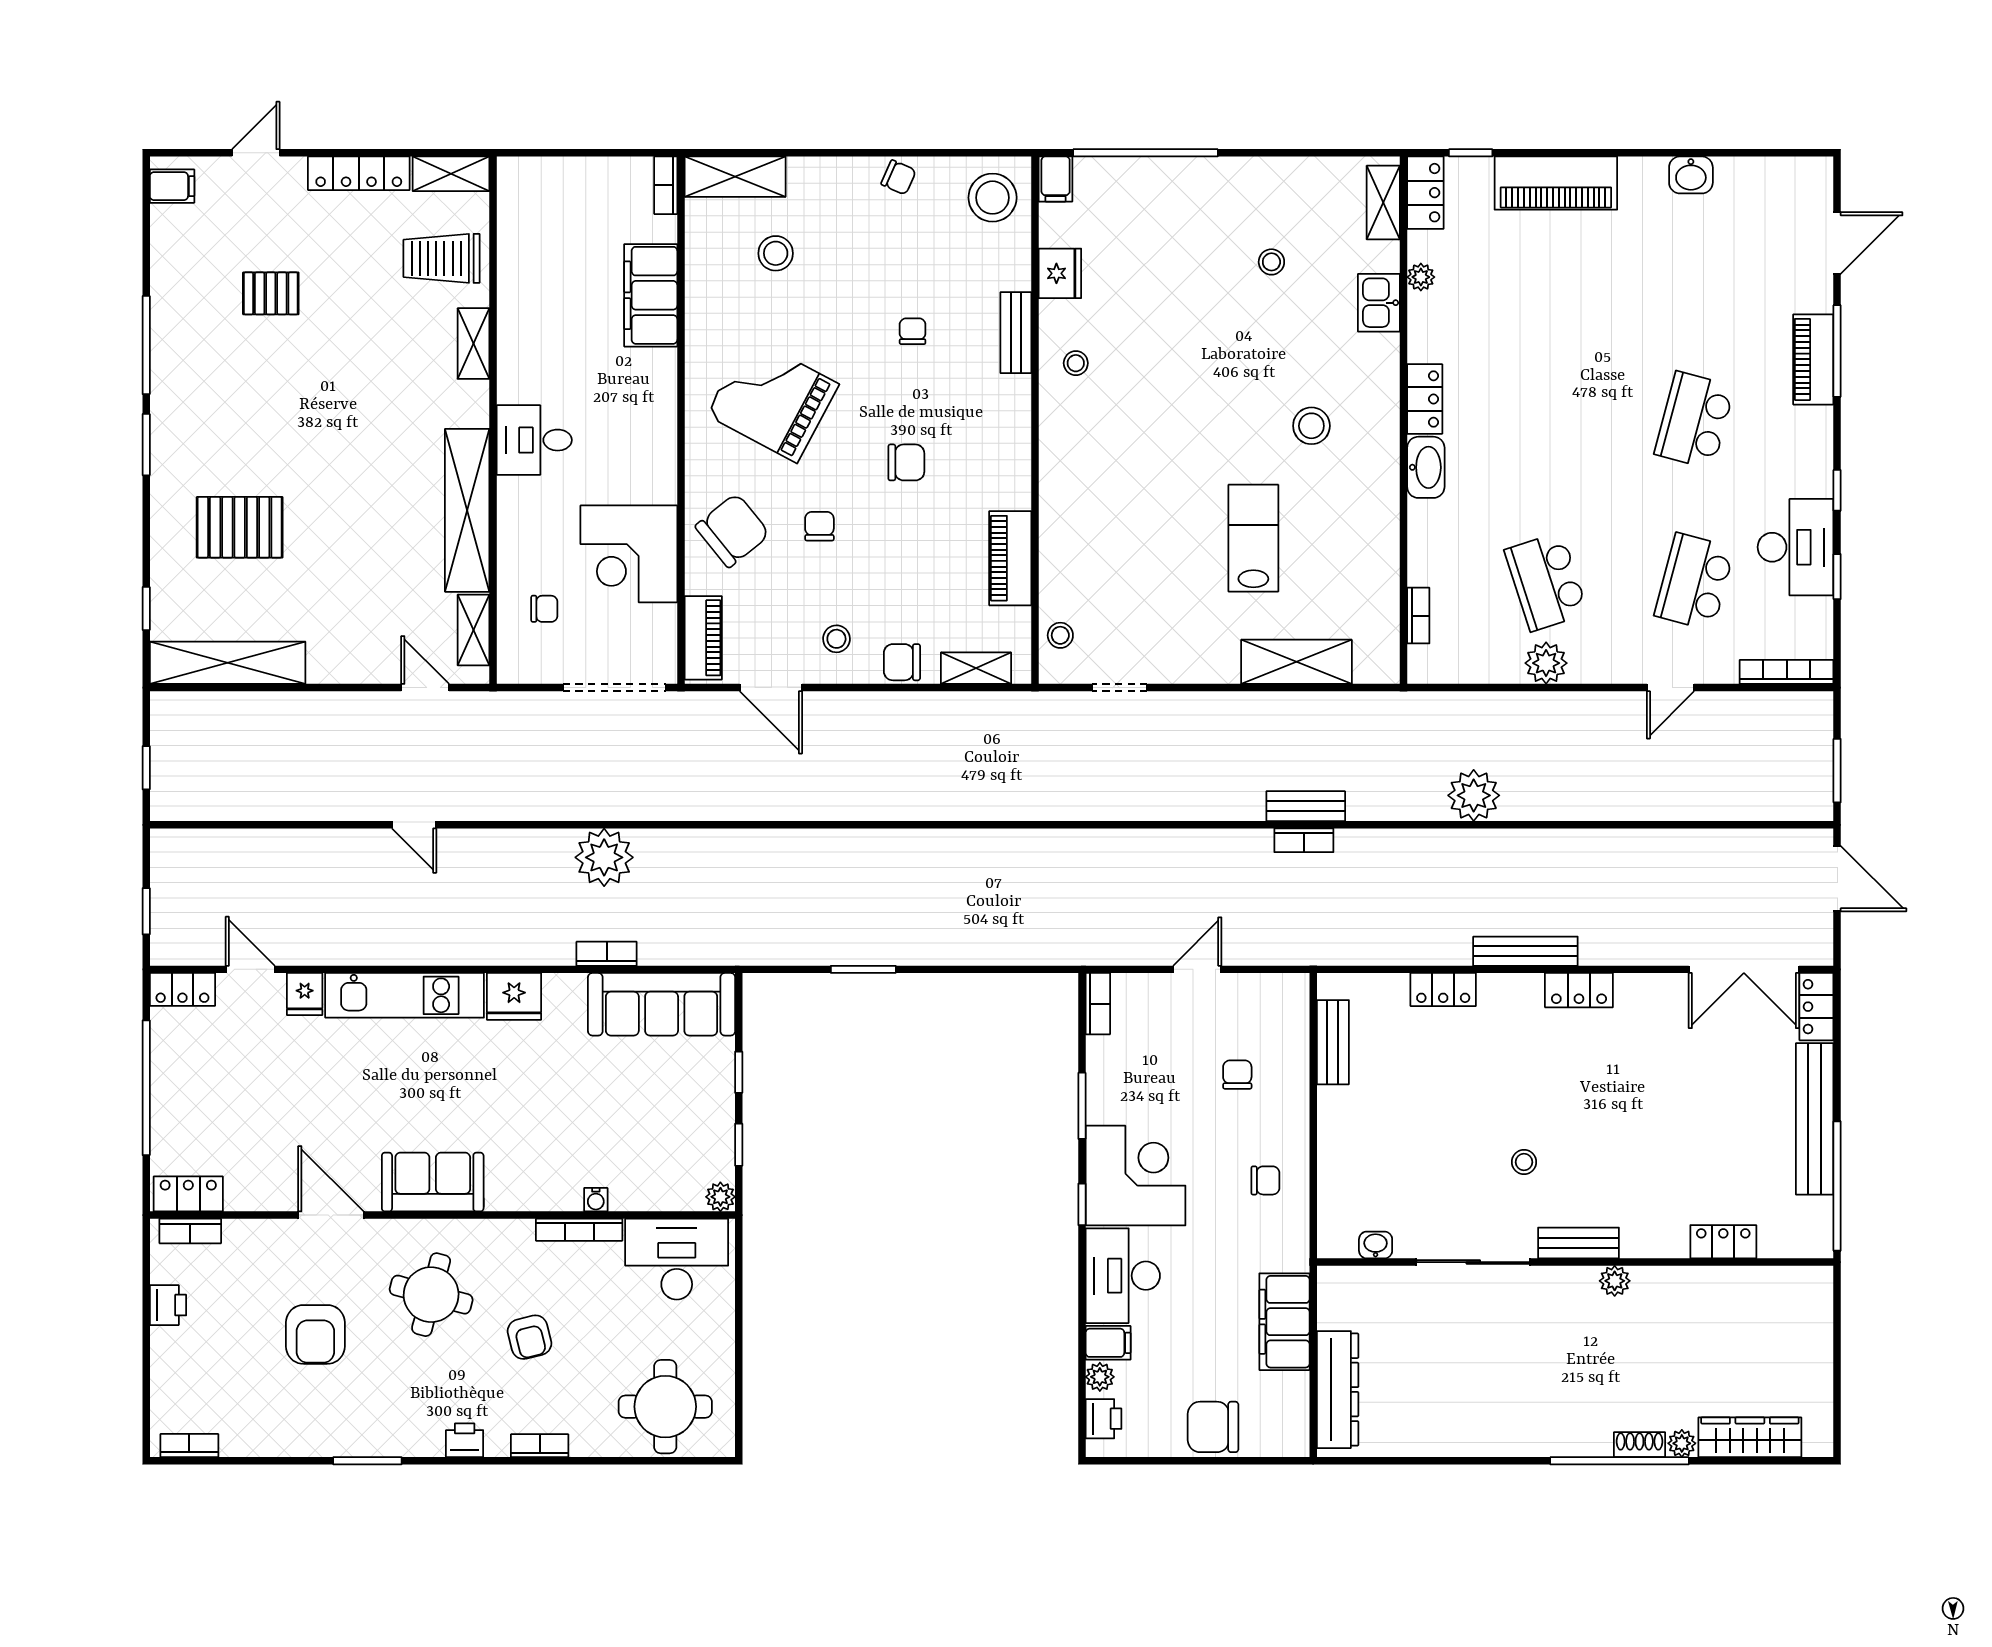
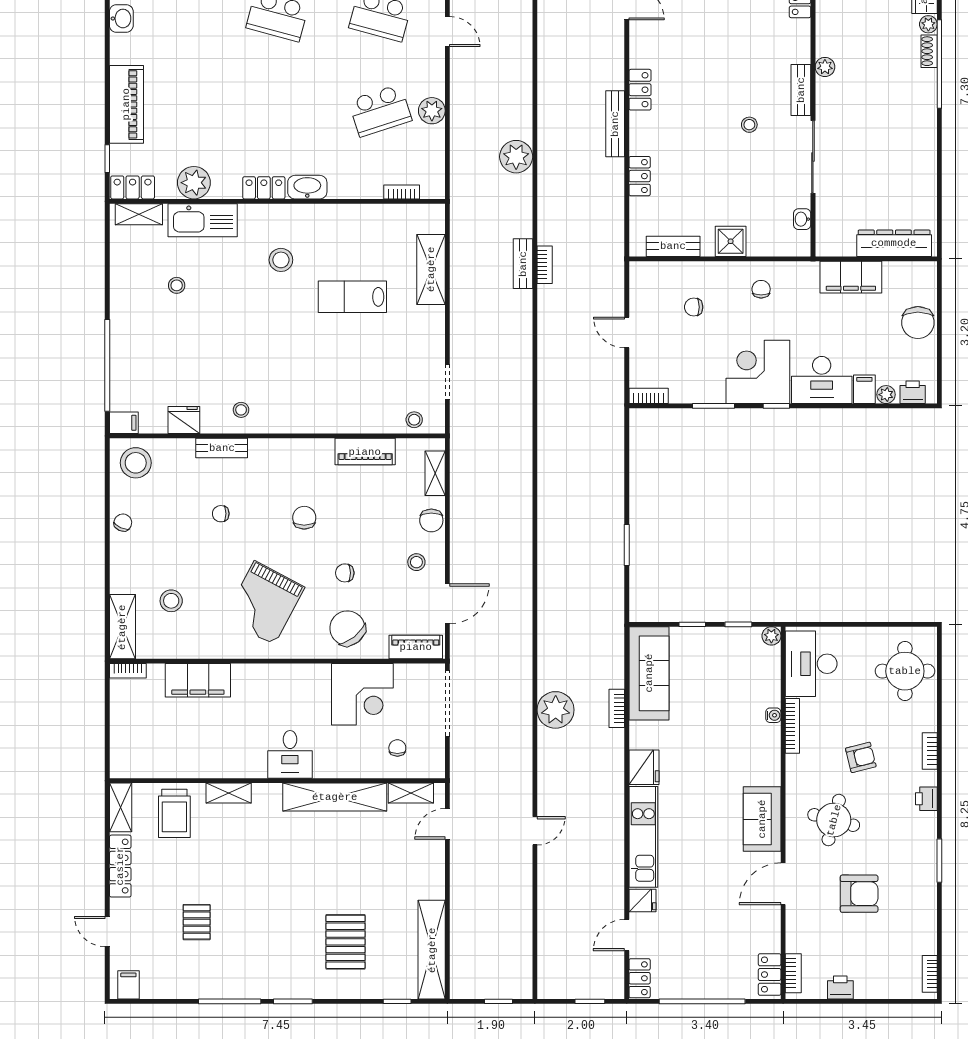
plant: (1421, 277) -> (194, 183), width x1.88, depth x1.88
kitchen sink: (1379, 303) -> (203, 220), width x1.88, depth x1.24
shower: (1341, 1133) -> (731, 241), added

